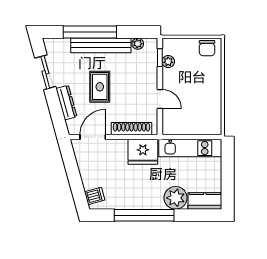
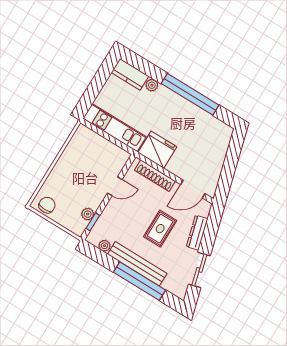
door: (160, 99) -> (115, 186), swing flipped
dishwasher: (95, 196) -> (222, 137), removed
plant: (176, 198) -> (152, 85), width x0.53, depth x0.53

